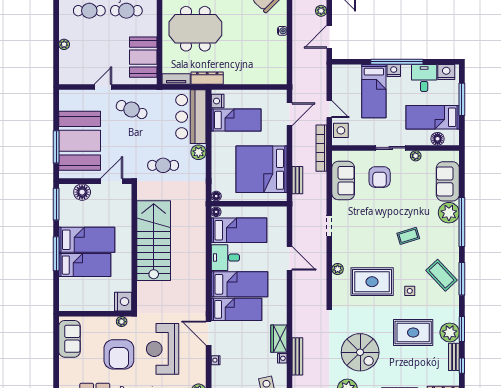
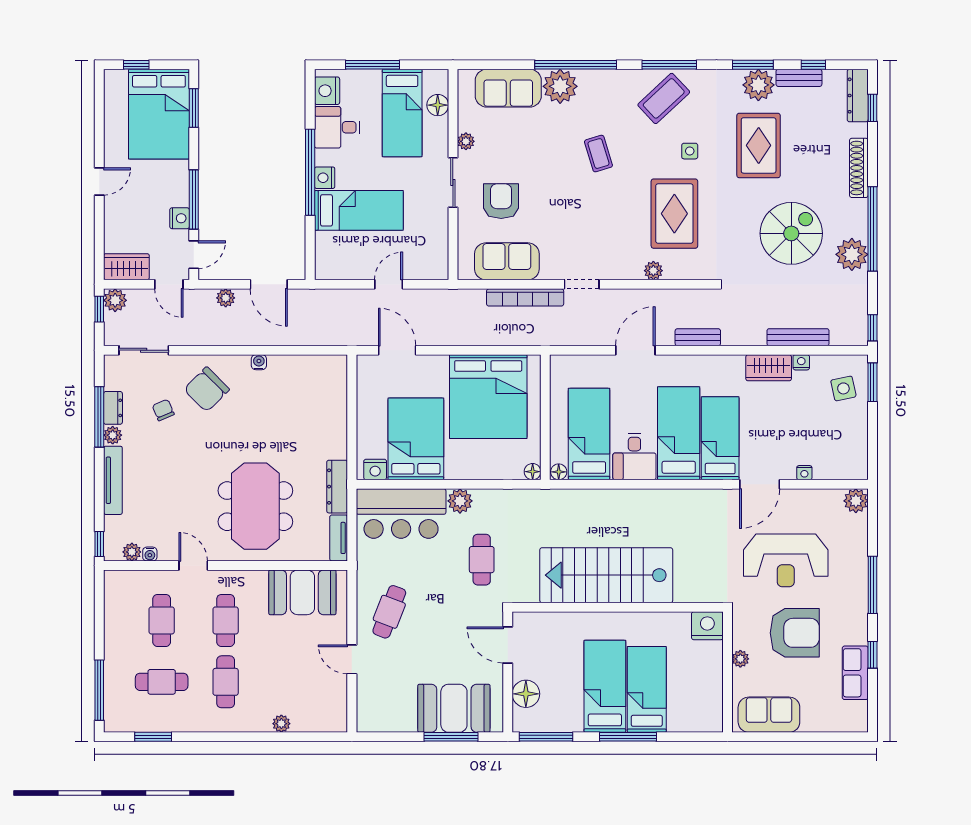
bed: (236, 120) -> (416, 439), width x1.50
side table: (341, 130) -> (424, 265), removed
booth: (80, 141) -> (454, 708), width x0.73, depth x0.70
bookcase: (321, 148) -> (525, 297), moved
armchair: (380, 177) -> (501, 201), turned -90
bench: (297, 180) -> (698, 337), moved
plant: (122, 322) -> (740, 659), moved

